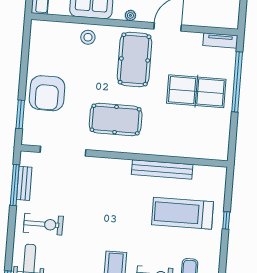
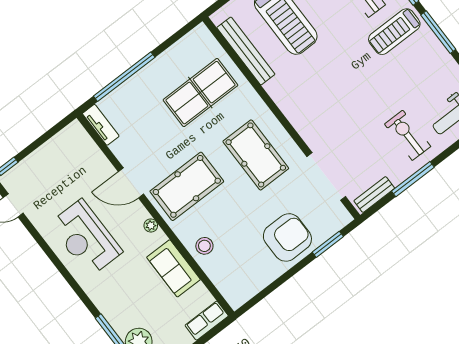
table tennis table: (196, 91) -> (200, 93), moved, turned 90
bench: (162, 169) -> (246, 51), moved
bench: (24, 183) -> (374, 195), moved
window: (15, 185) -> (413, 179), moved

